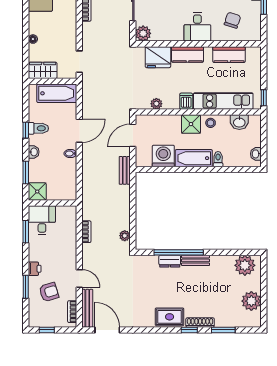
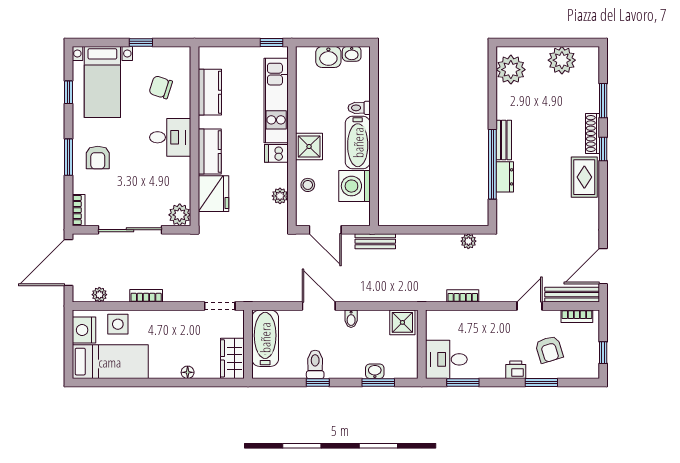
washbasin: (239, 122) -> (328, 57), moved, turned 90
stool: (211, 123) -> (308, 185), moved
washbasin: (34, 152) -> (375, 371), moved
shower: (37, 192) -> (402, 322), moved
armchair: (49, 292) -> (549, 349), turned 180

